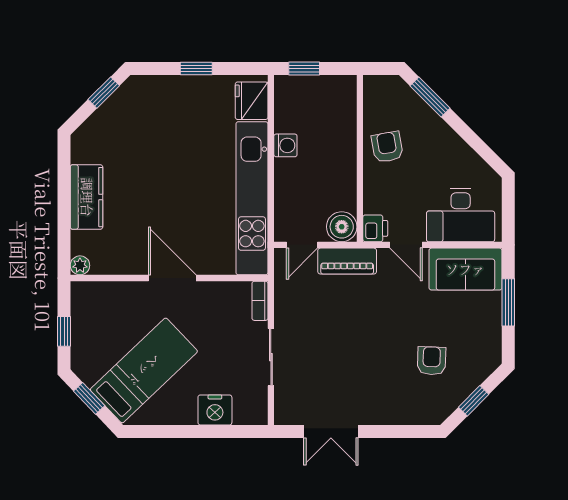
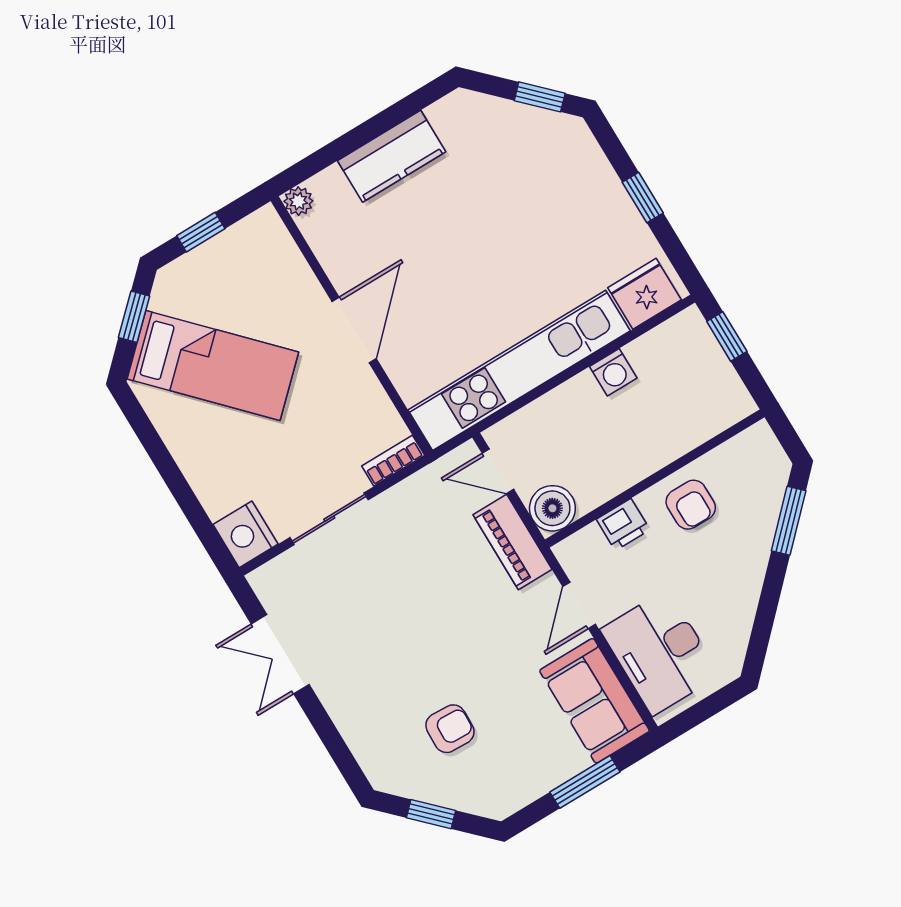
armchair: (387, 147) -> (691, 505), turned 100
printer: (375, 228) -> (623, 525), moved
nightstand: (215, 410) -> (246, 534), moved

